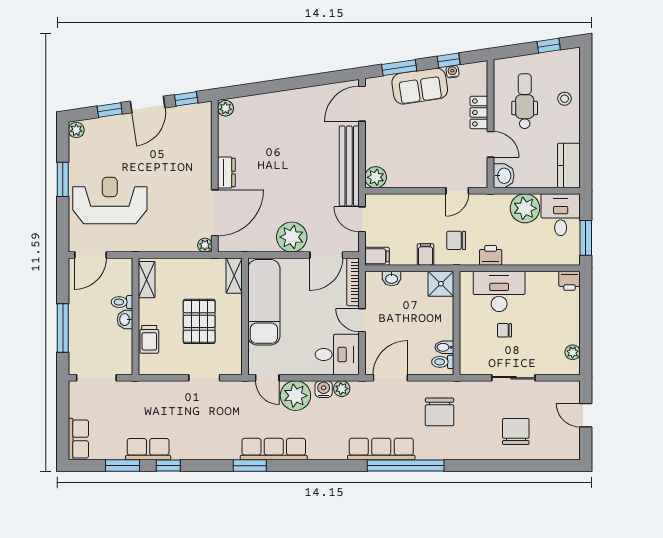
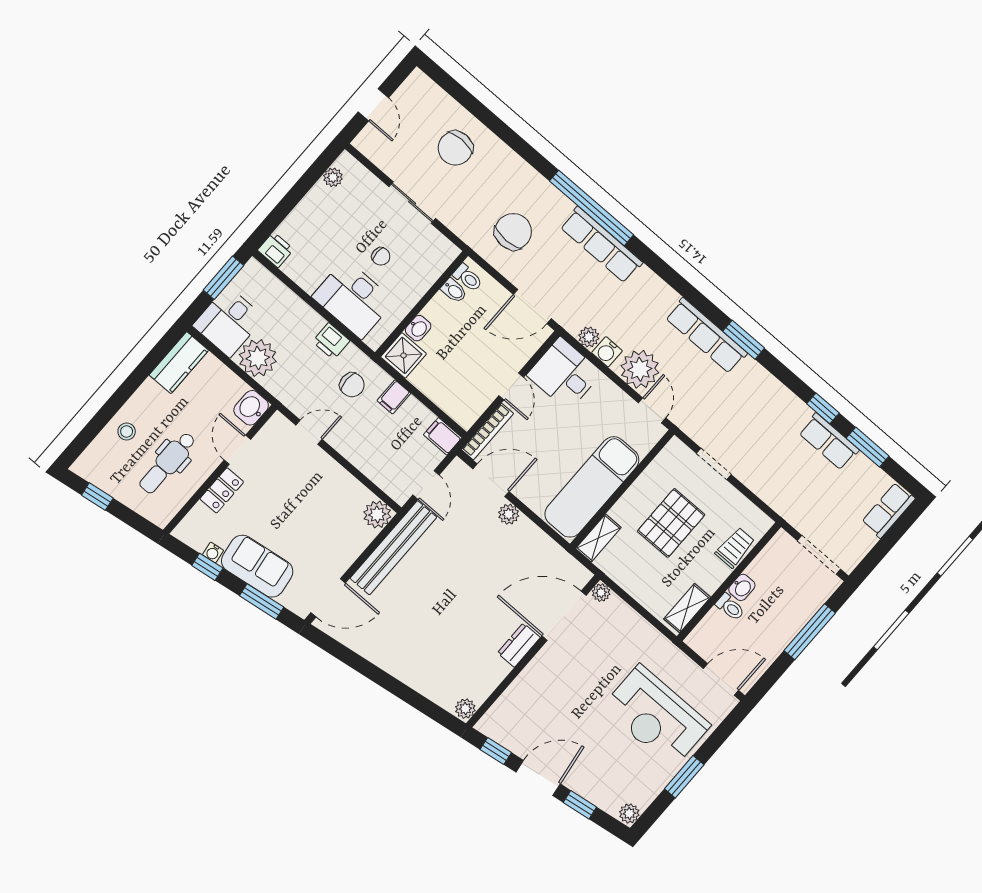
plant: (292, 237) -> (509, 514), width x0.53, depth x0.53
washbasin: (392, 278) -> (418, 328), moved, turned 90

